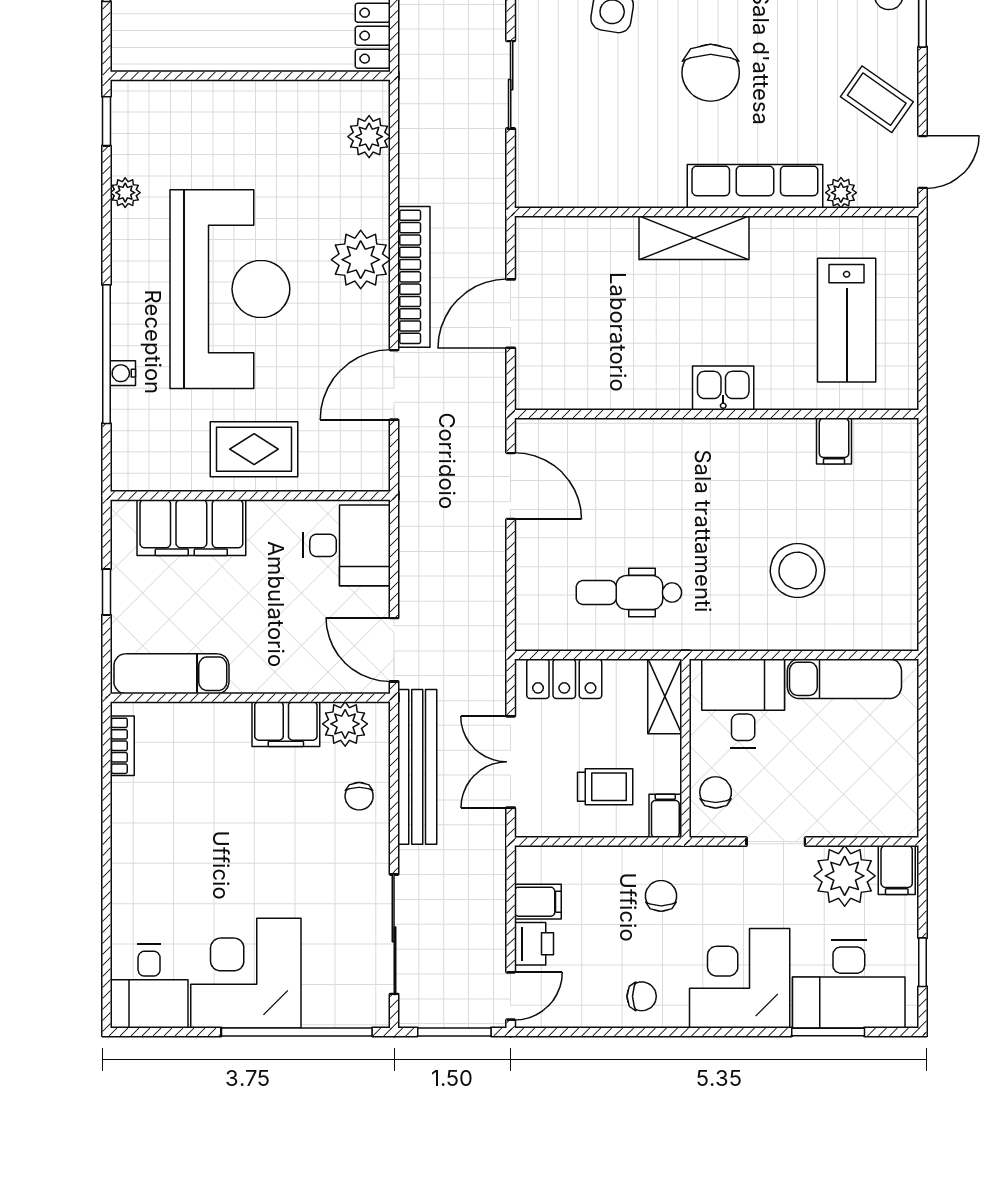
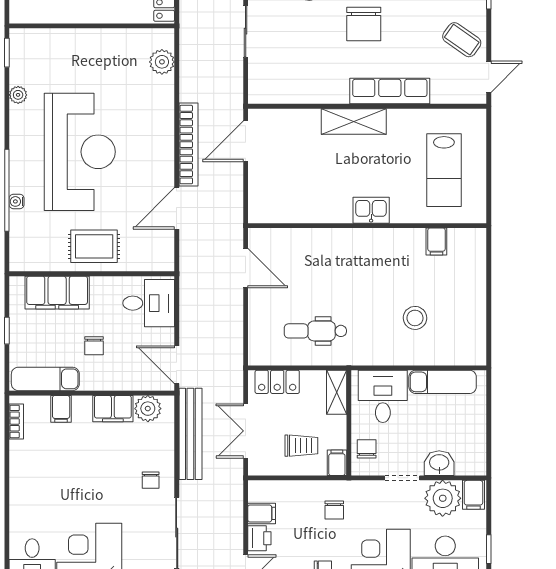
plant: (841, 193) -> (441, 95), removed
plant: (361, 260) -> (157, 134), removed
door: (511, 314) -> (246, 141), moved
stool: (798, 570) -> (415, 318), width x0.73, depth x0.73
chair: (254, 617) -> (94, 346), added
filing cabinet: (198, 724) -> (61, 409), added
chair: (359, 796) -> (151, 480), moved
washbasin: (839, 816) -> (439, 463), added
chair: (661, 896) -> (334, 510), turned 180

